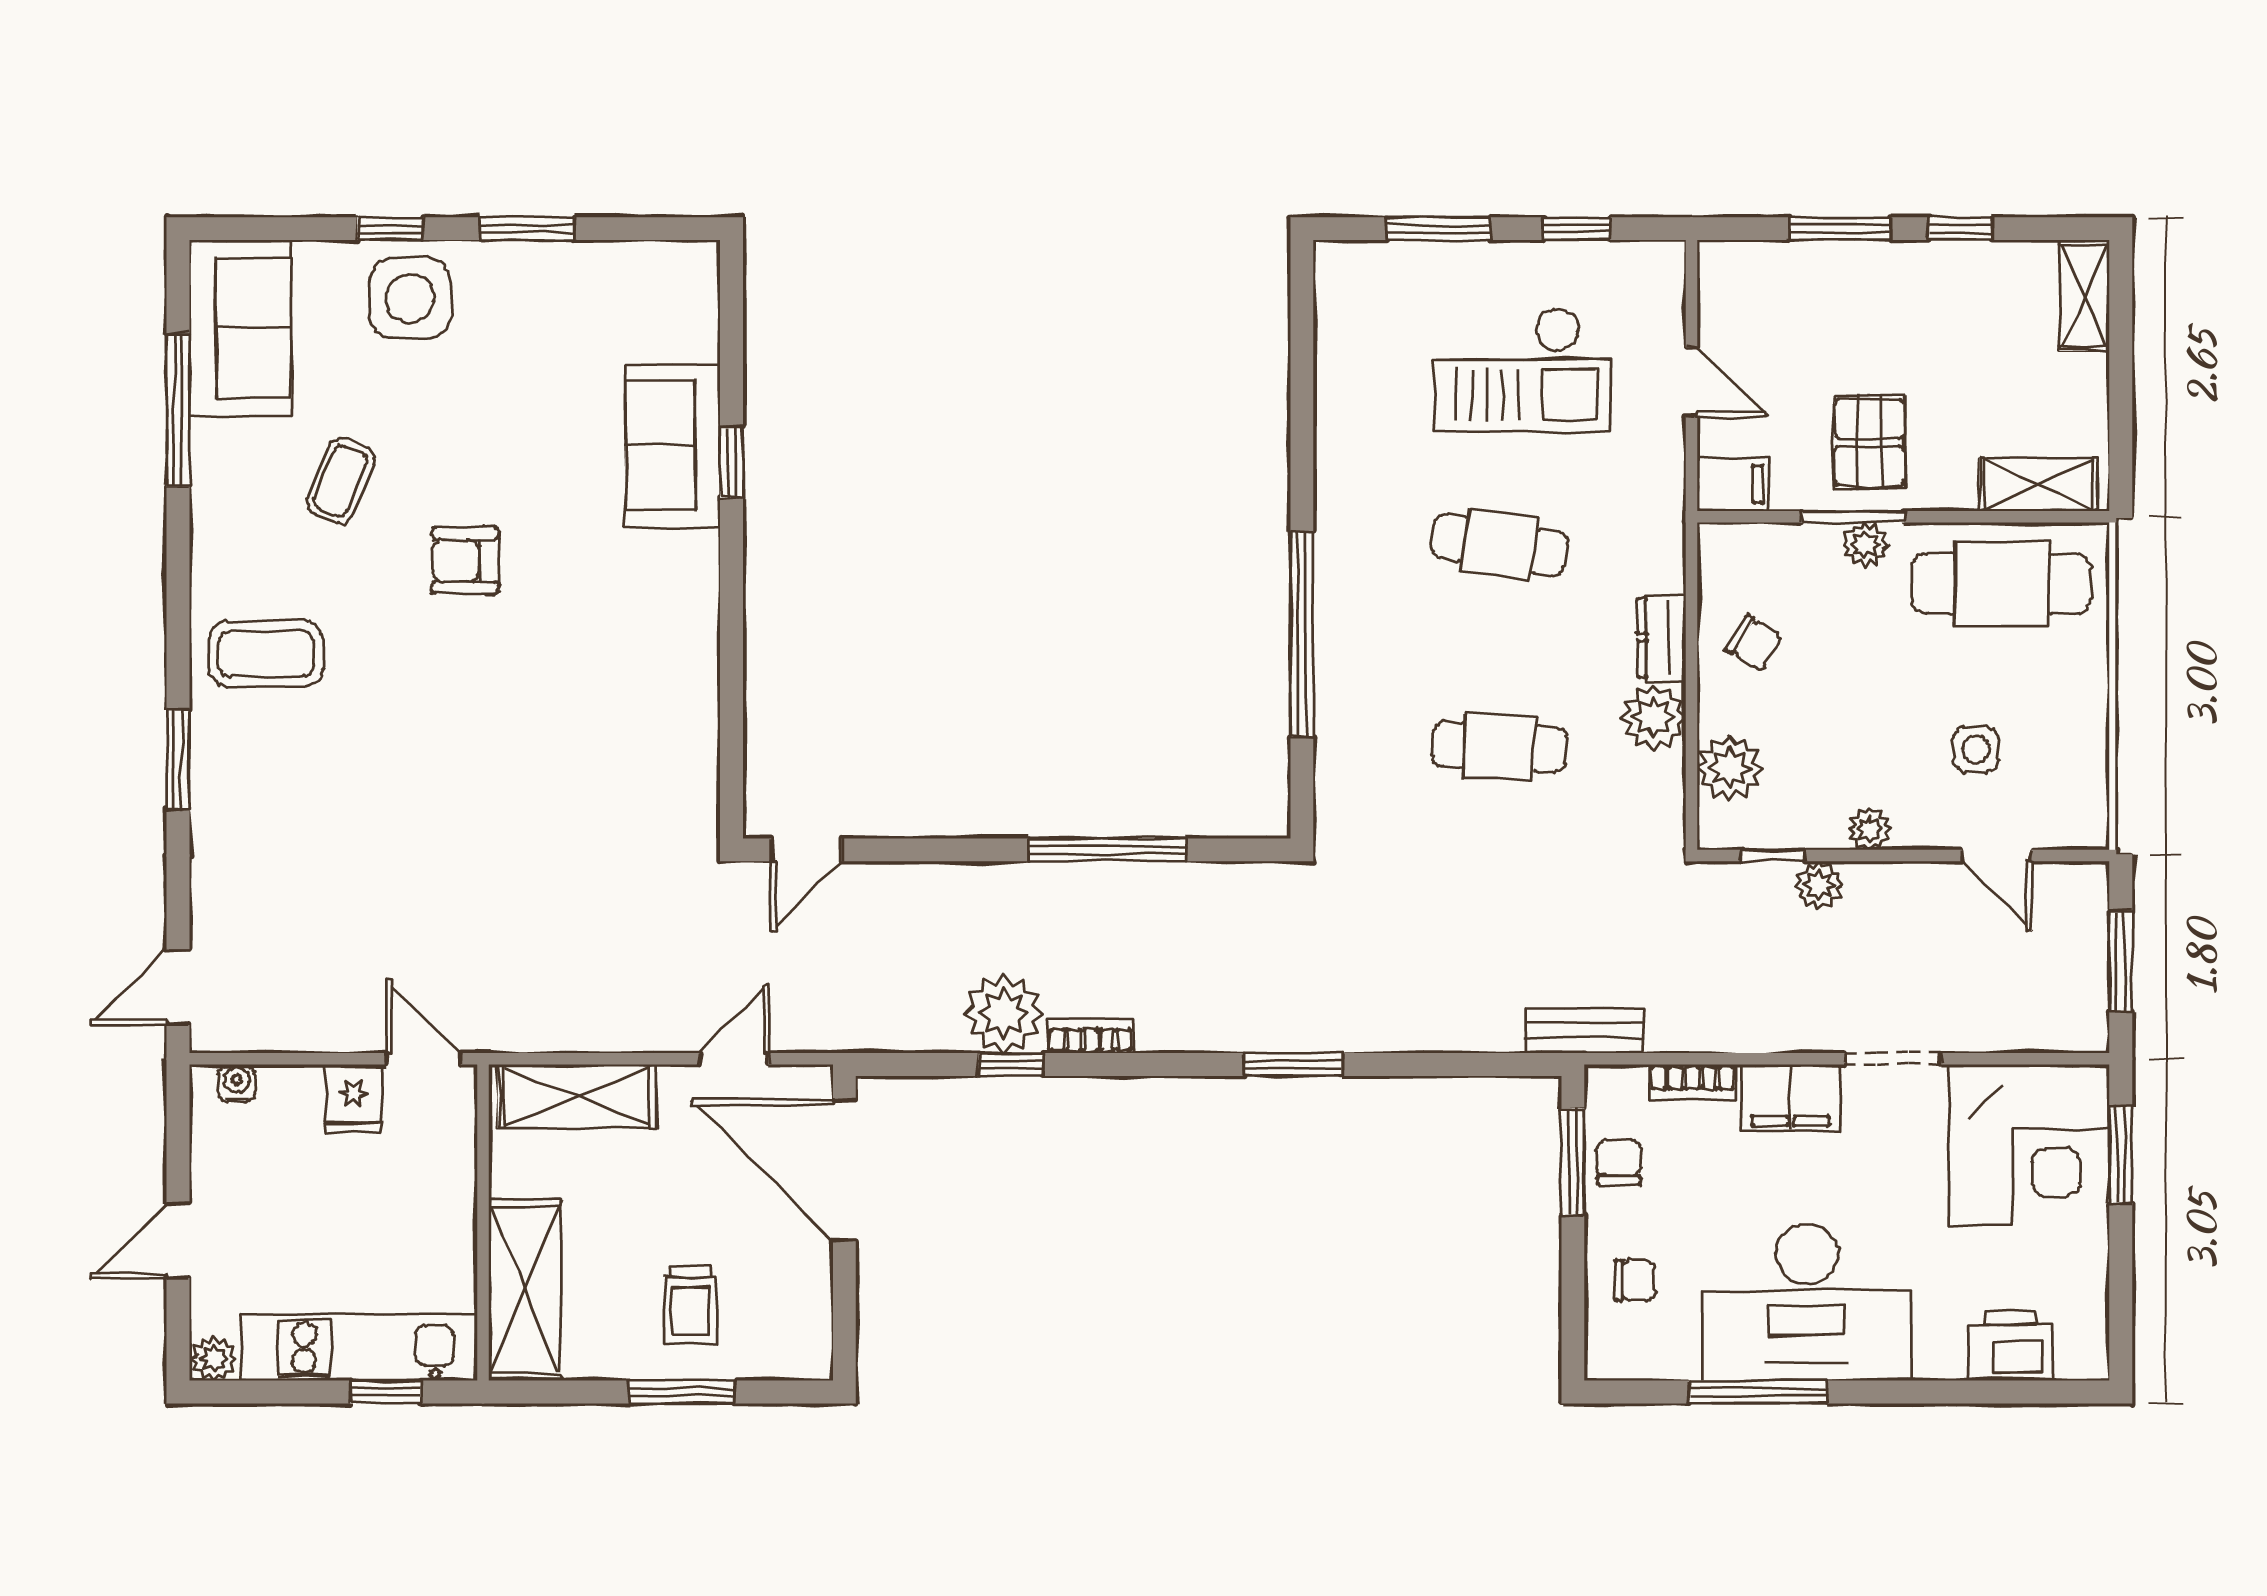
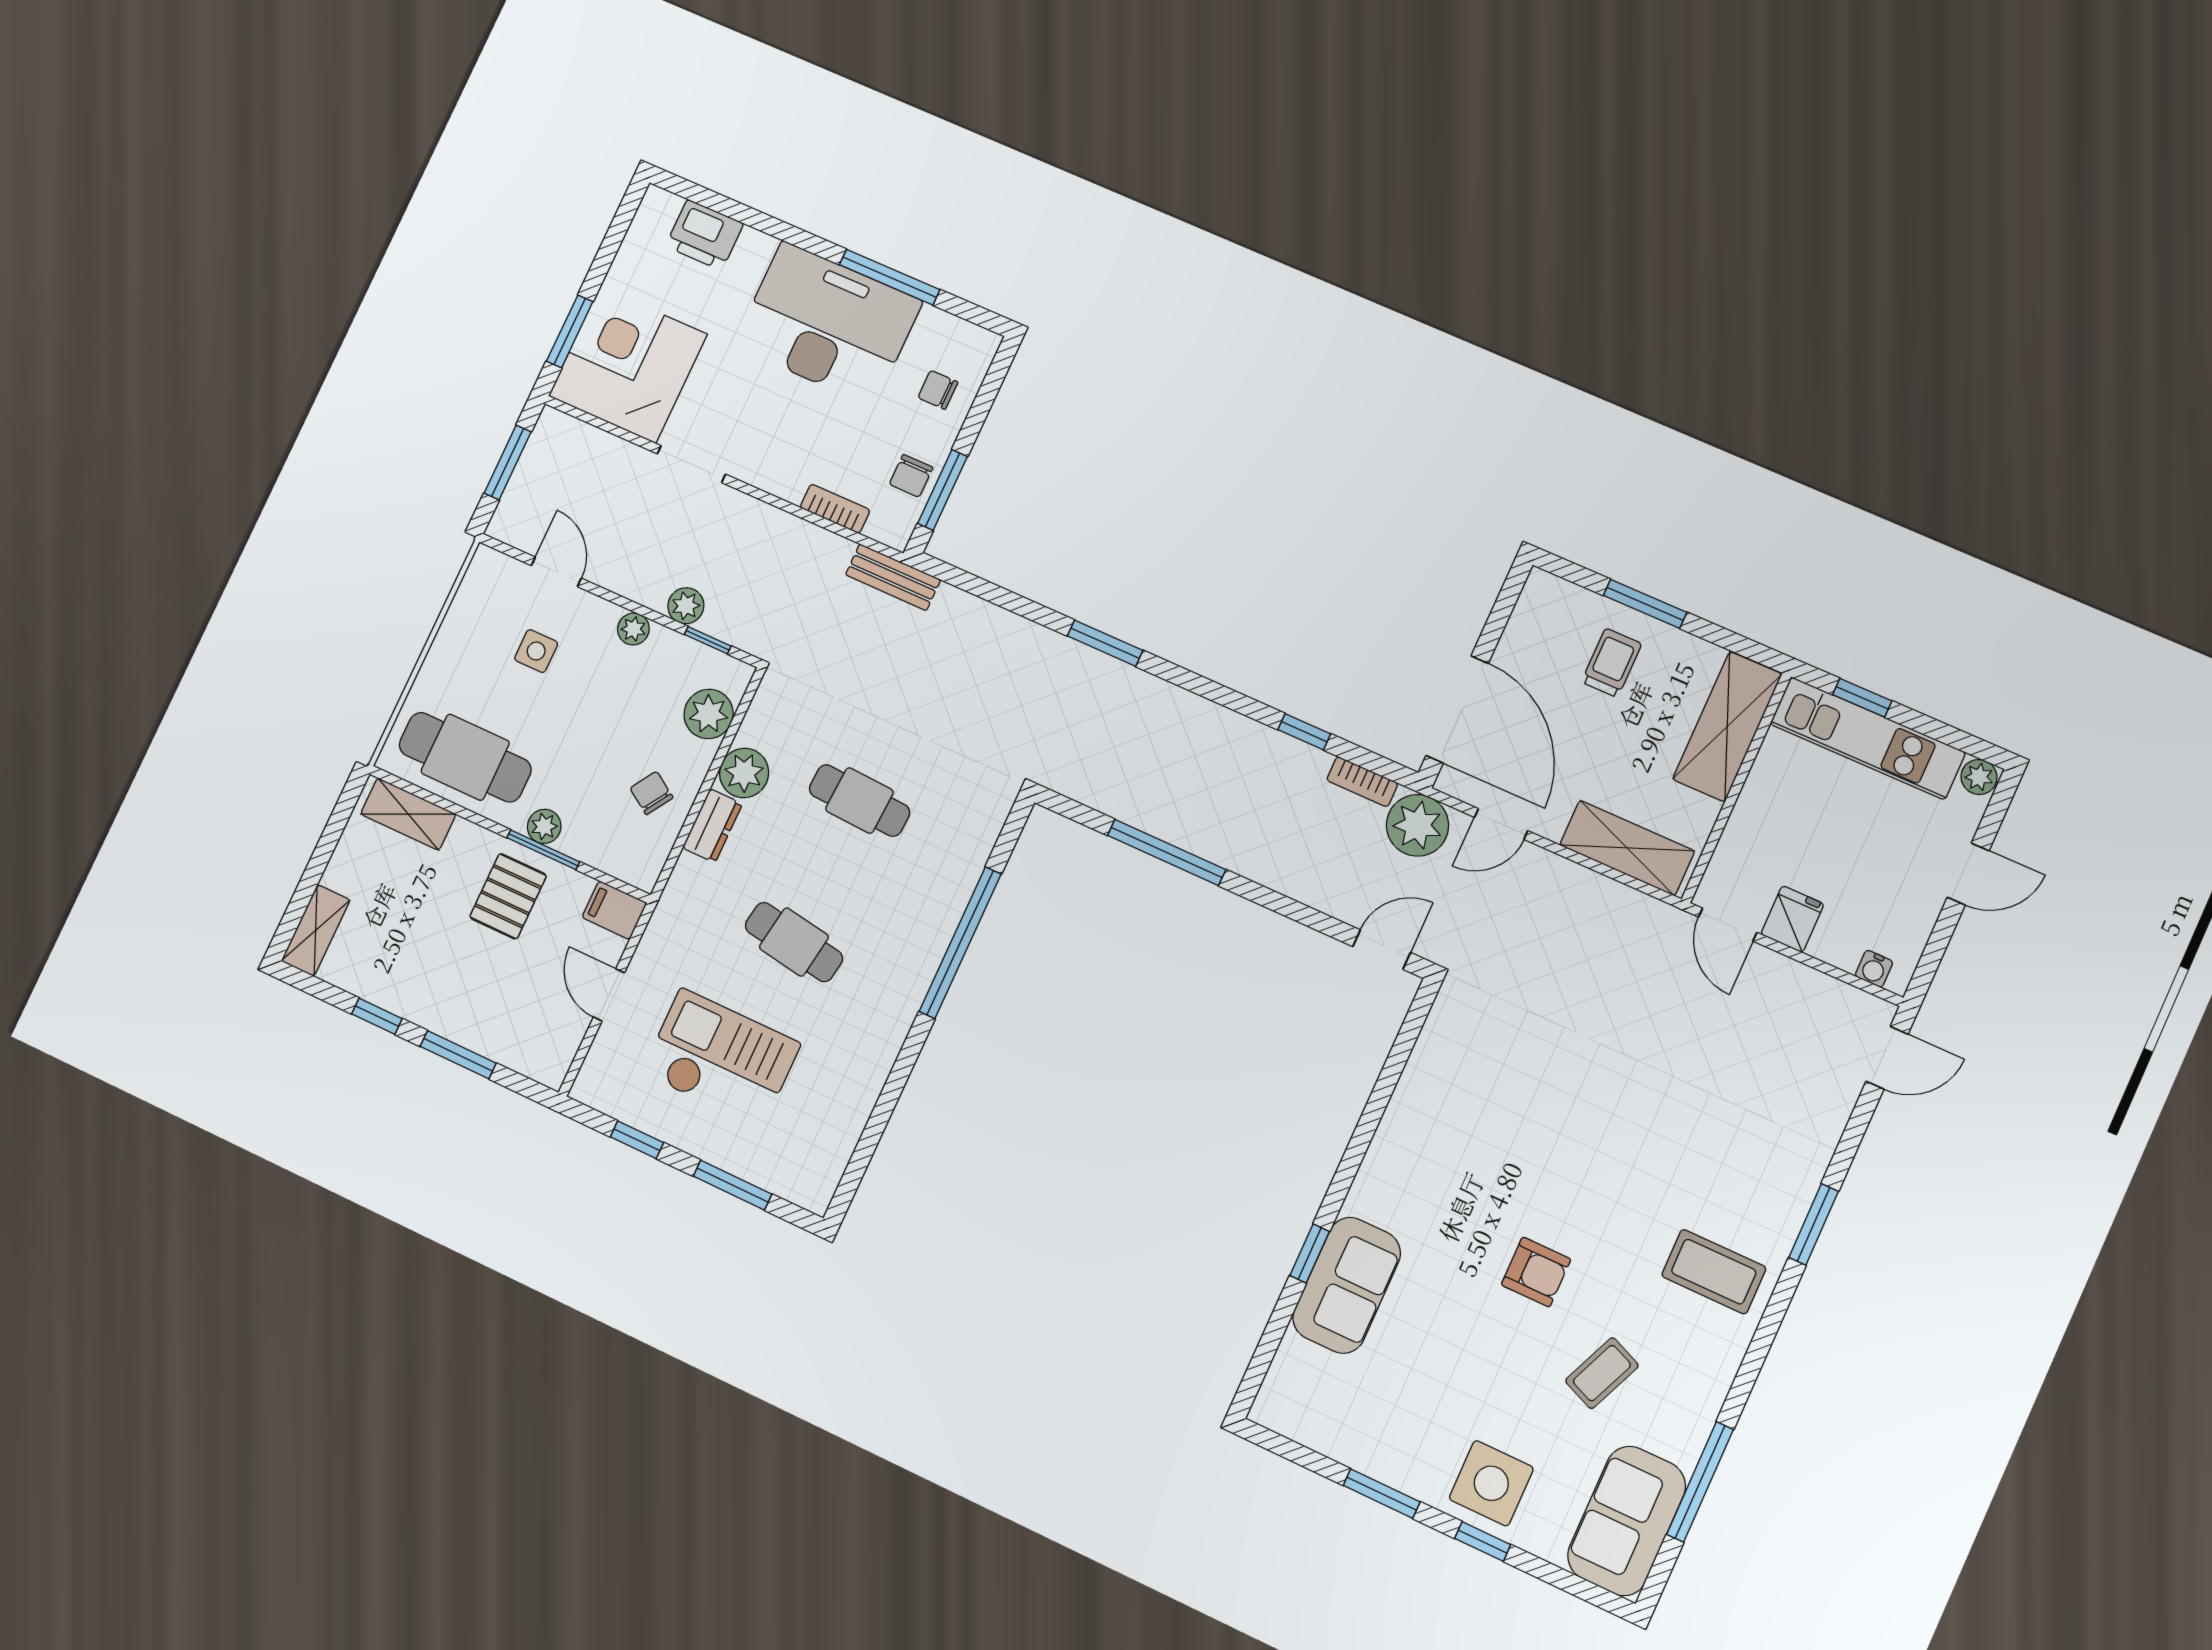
plant: (1004, 1014) -> (1418, 825), moved
bookcase: (1091, 1036) -> (1362, 782), moved
filing cabinet: (1791, 1098) -> (773, 468), removed

